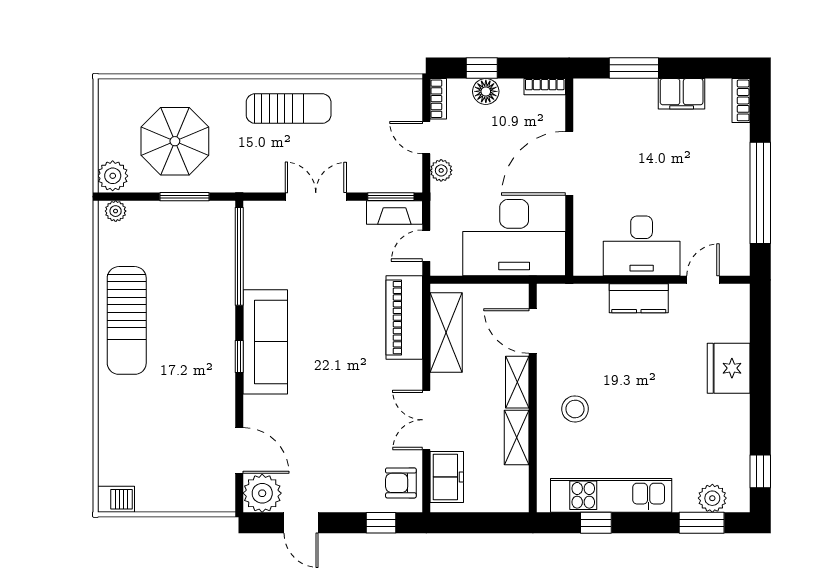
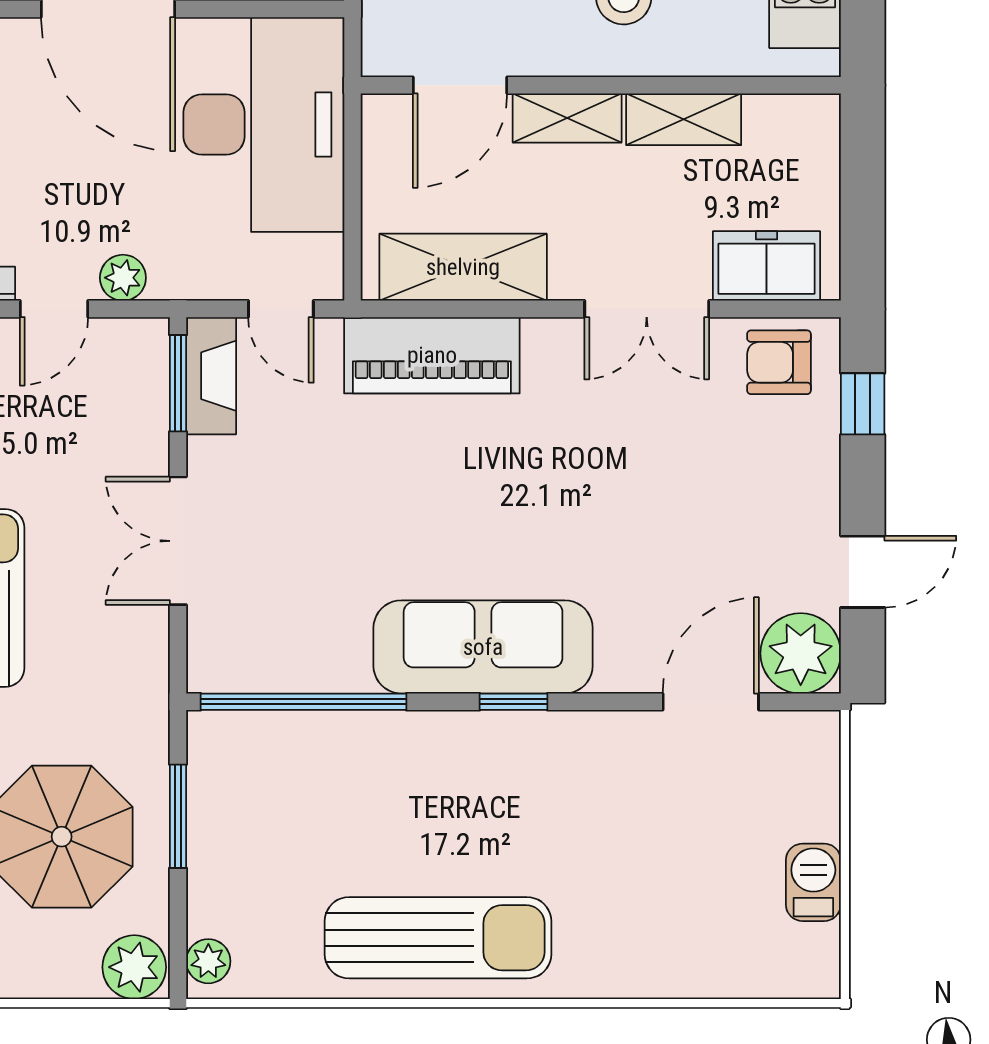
armchair: (401, 483) -> (779, 362), turned 90
barbecue: (116, 499) -> (813, 882), moved

